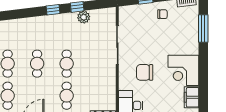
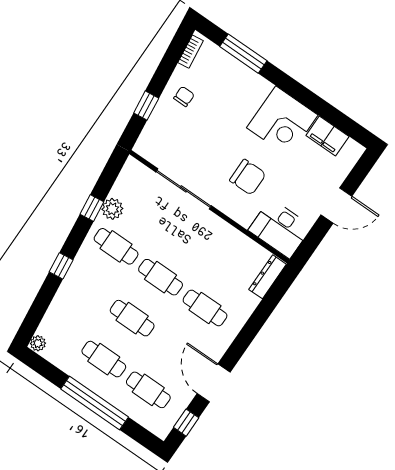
window: (53, 10) -> (61, 266), moved
cafe table: (67, 32) -> (116, 246), added
chair: (145, 72) -> (248, 177), turned -90

